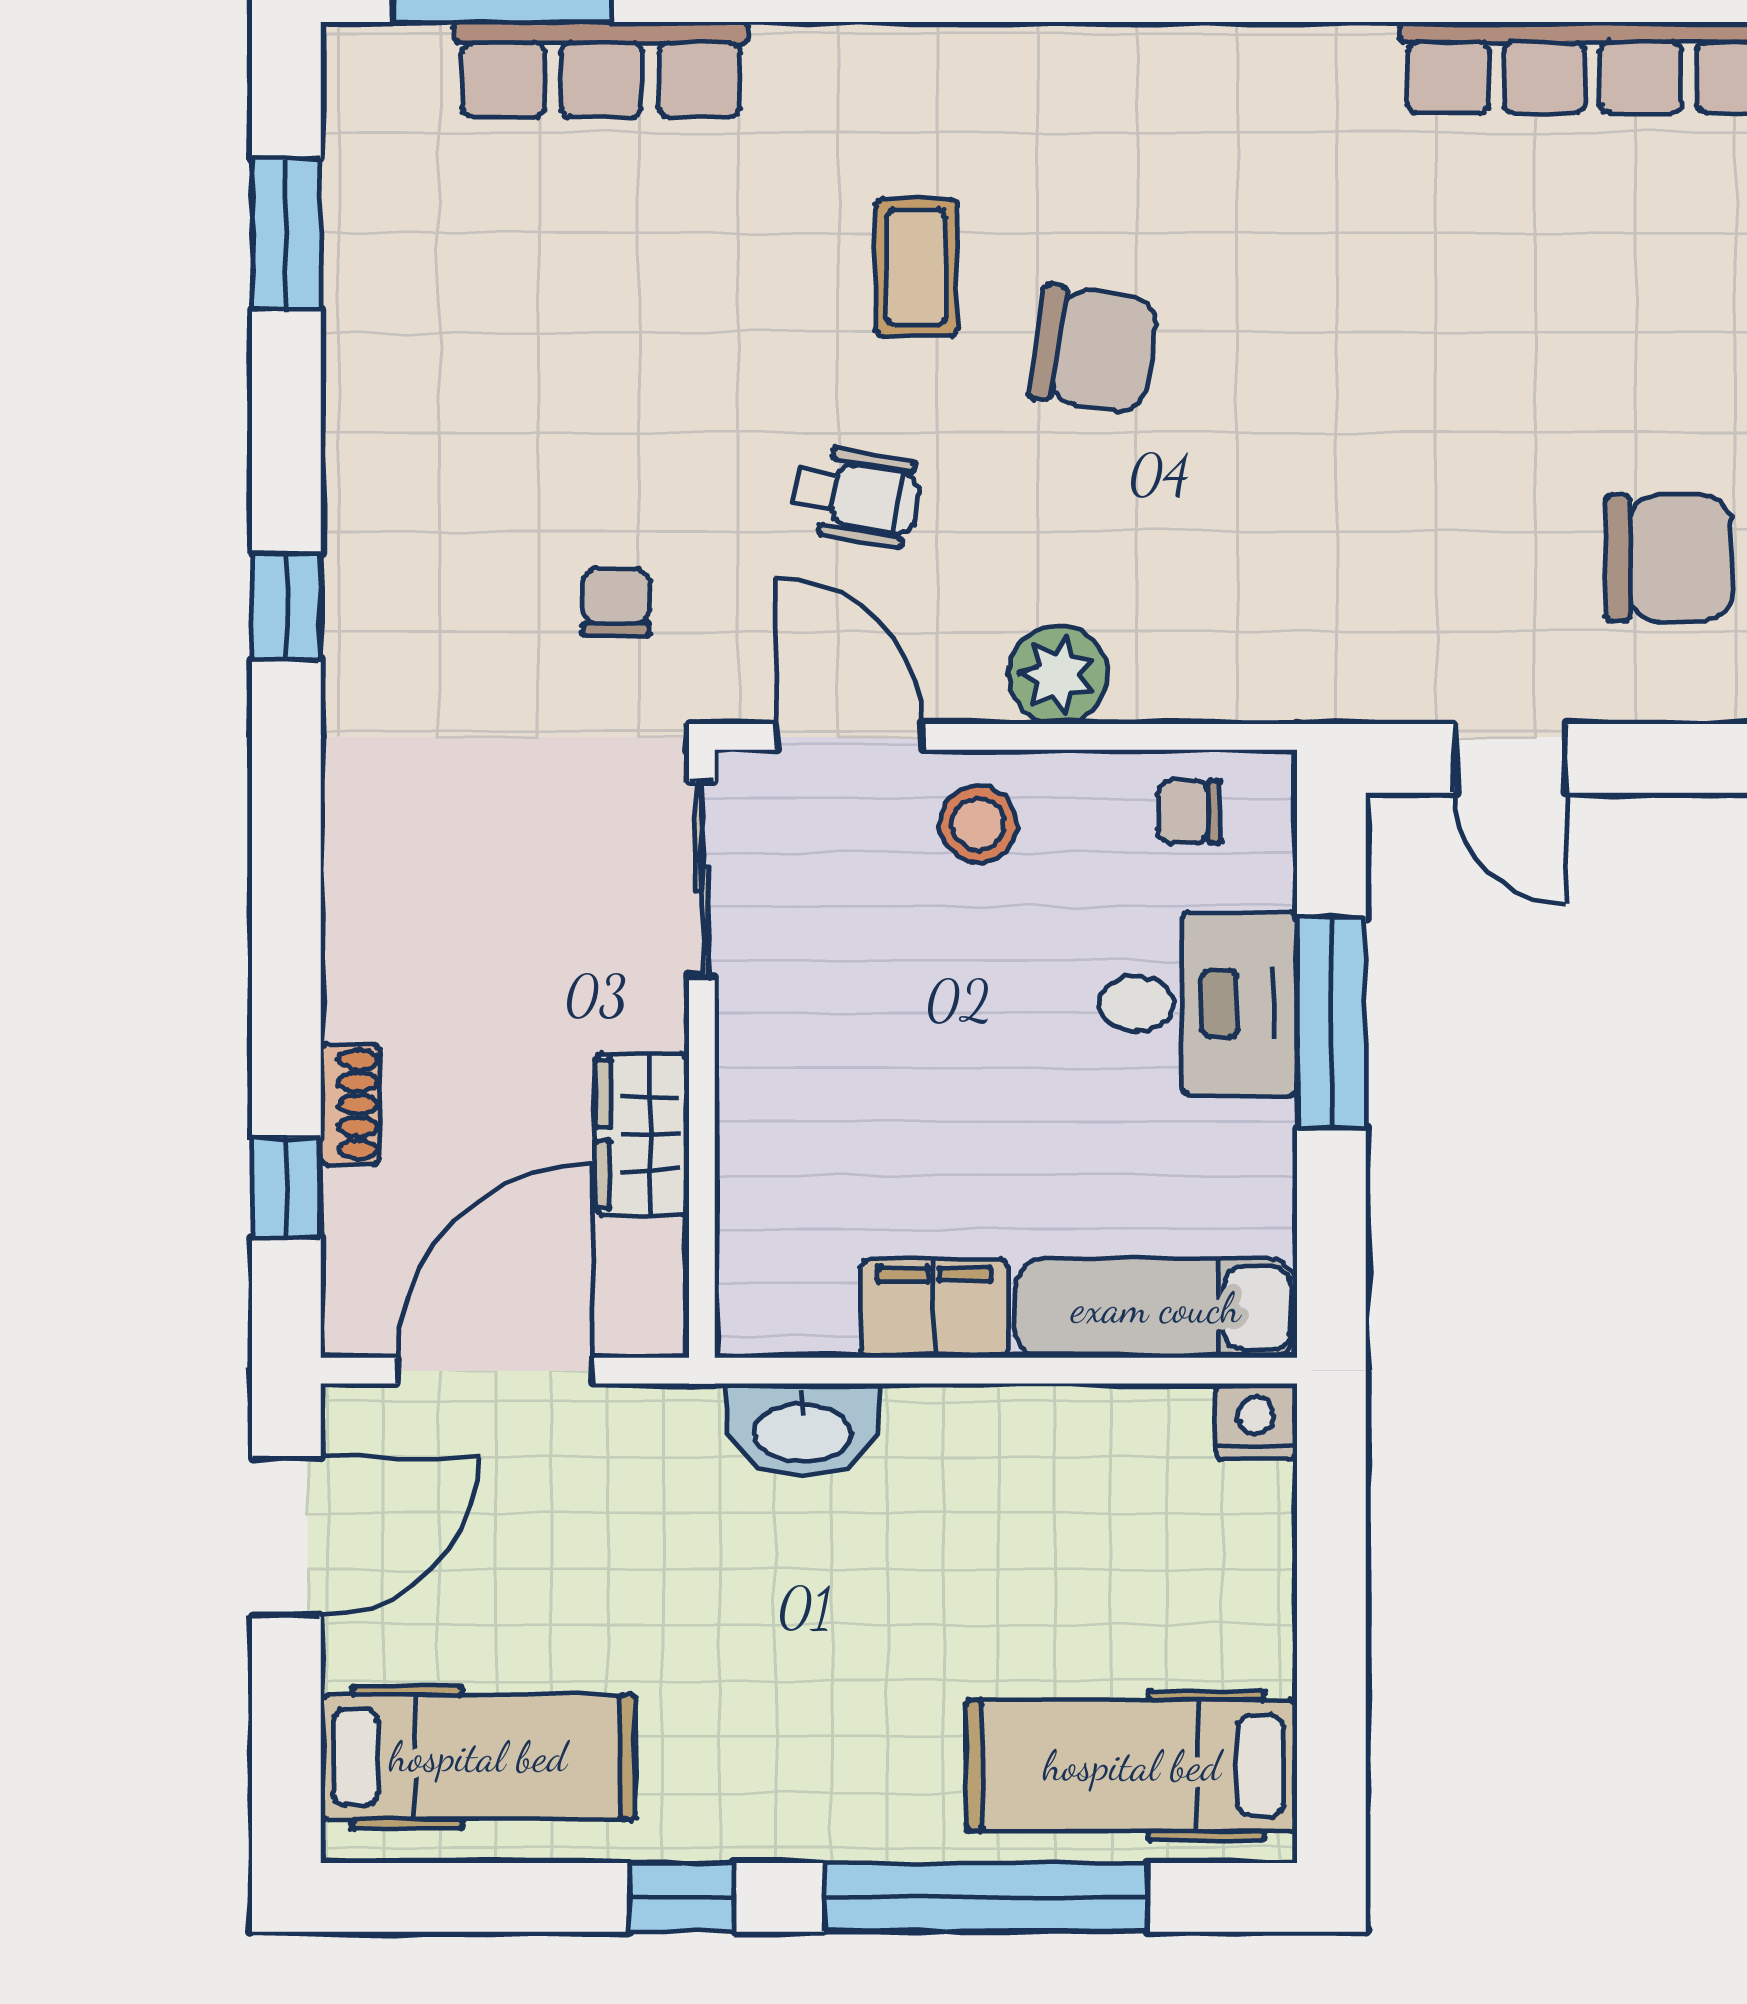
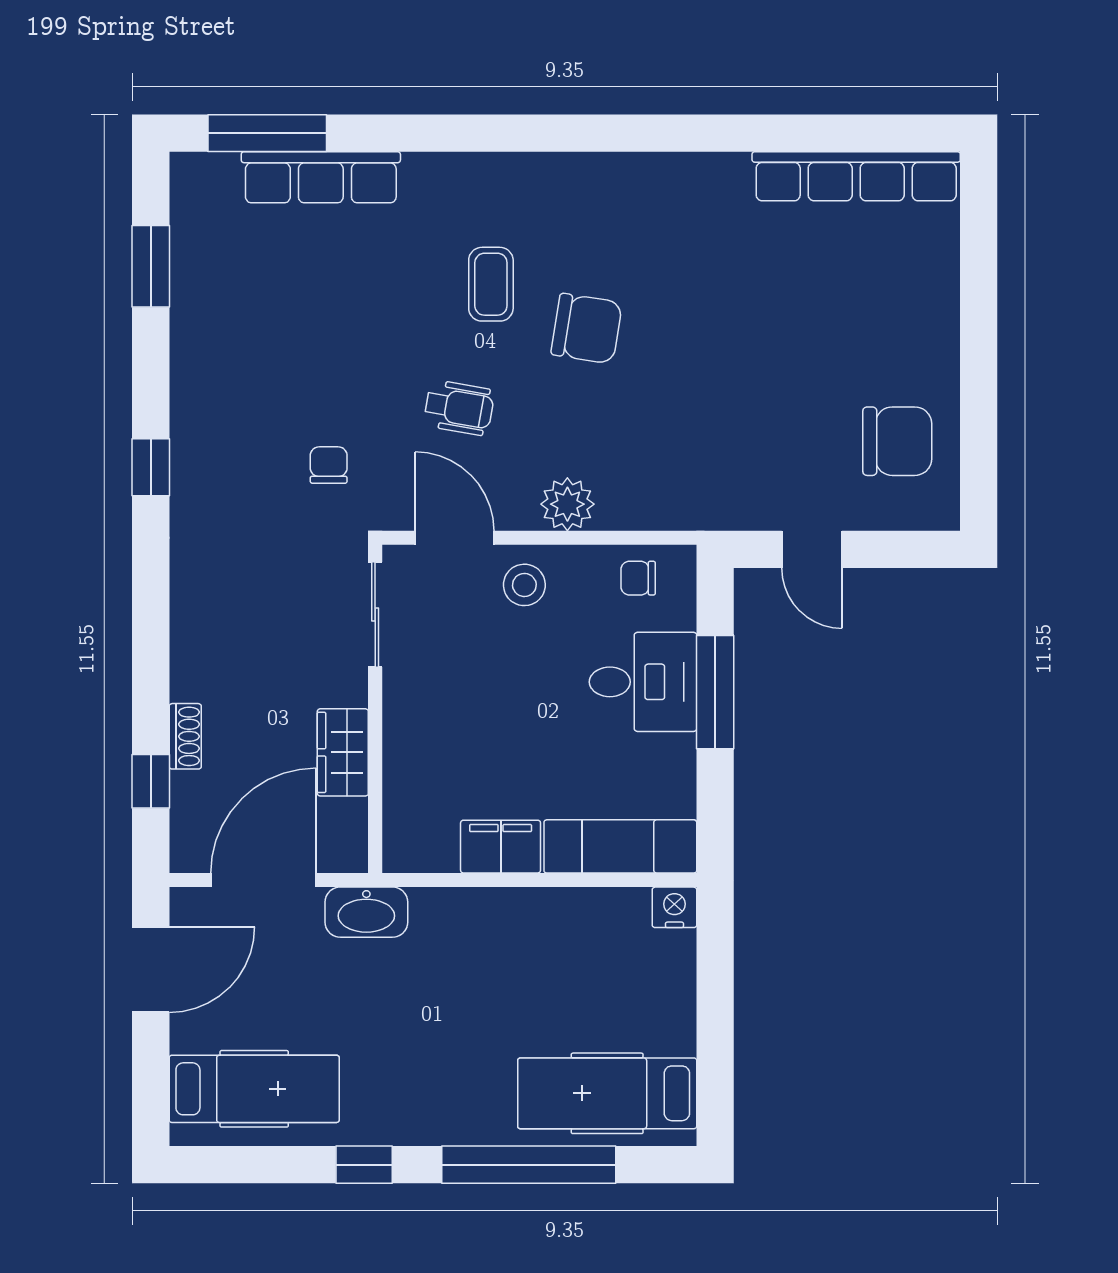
washbasin: (802, 1430) -> (366, 912), moved

